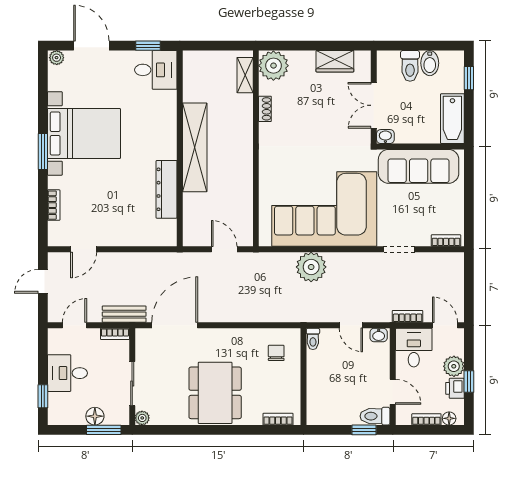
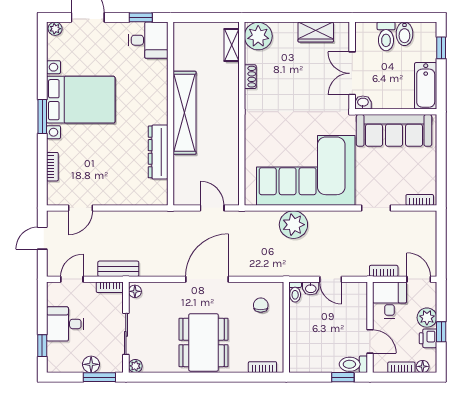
door: (175, 325) -> (207, 279), moved
washbasin: (379, 335) -> (311, 288), moved
floor lamp: (142, 338) -> (135, 291), added

